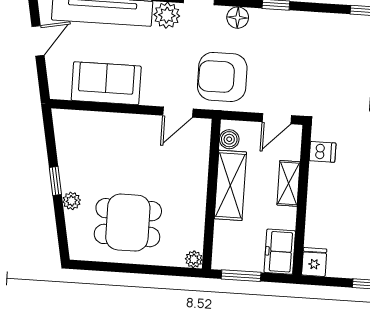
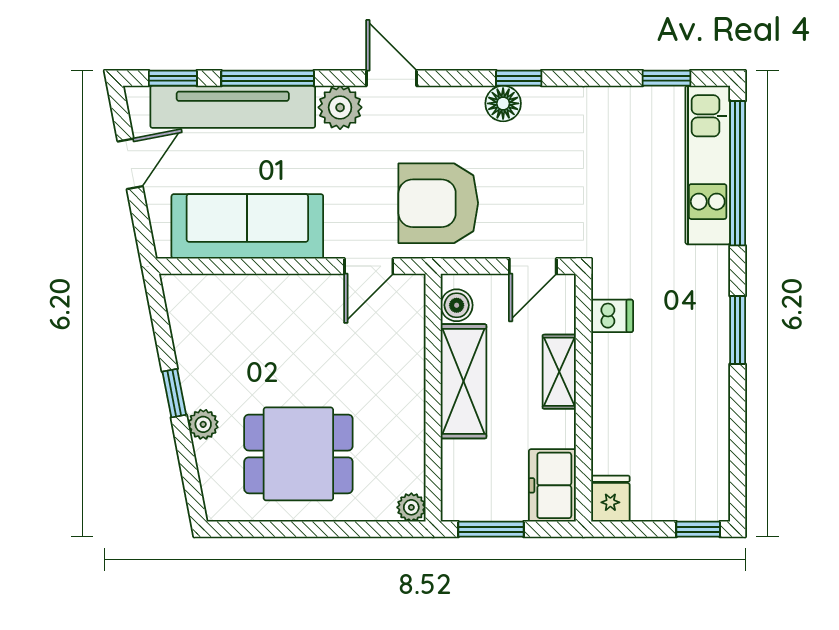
floor lamp: (238, 18) -> (503, 103), moved
sofa: (106, 83) -> (247, 226), width x1.36

